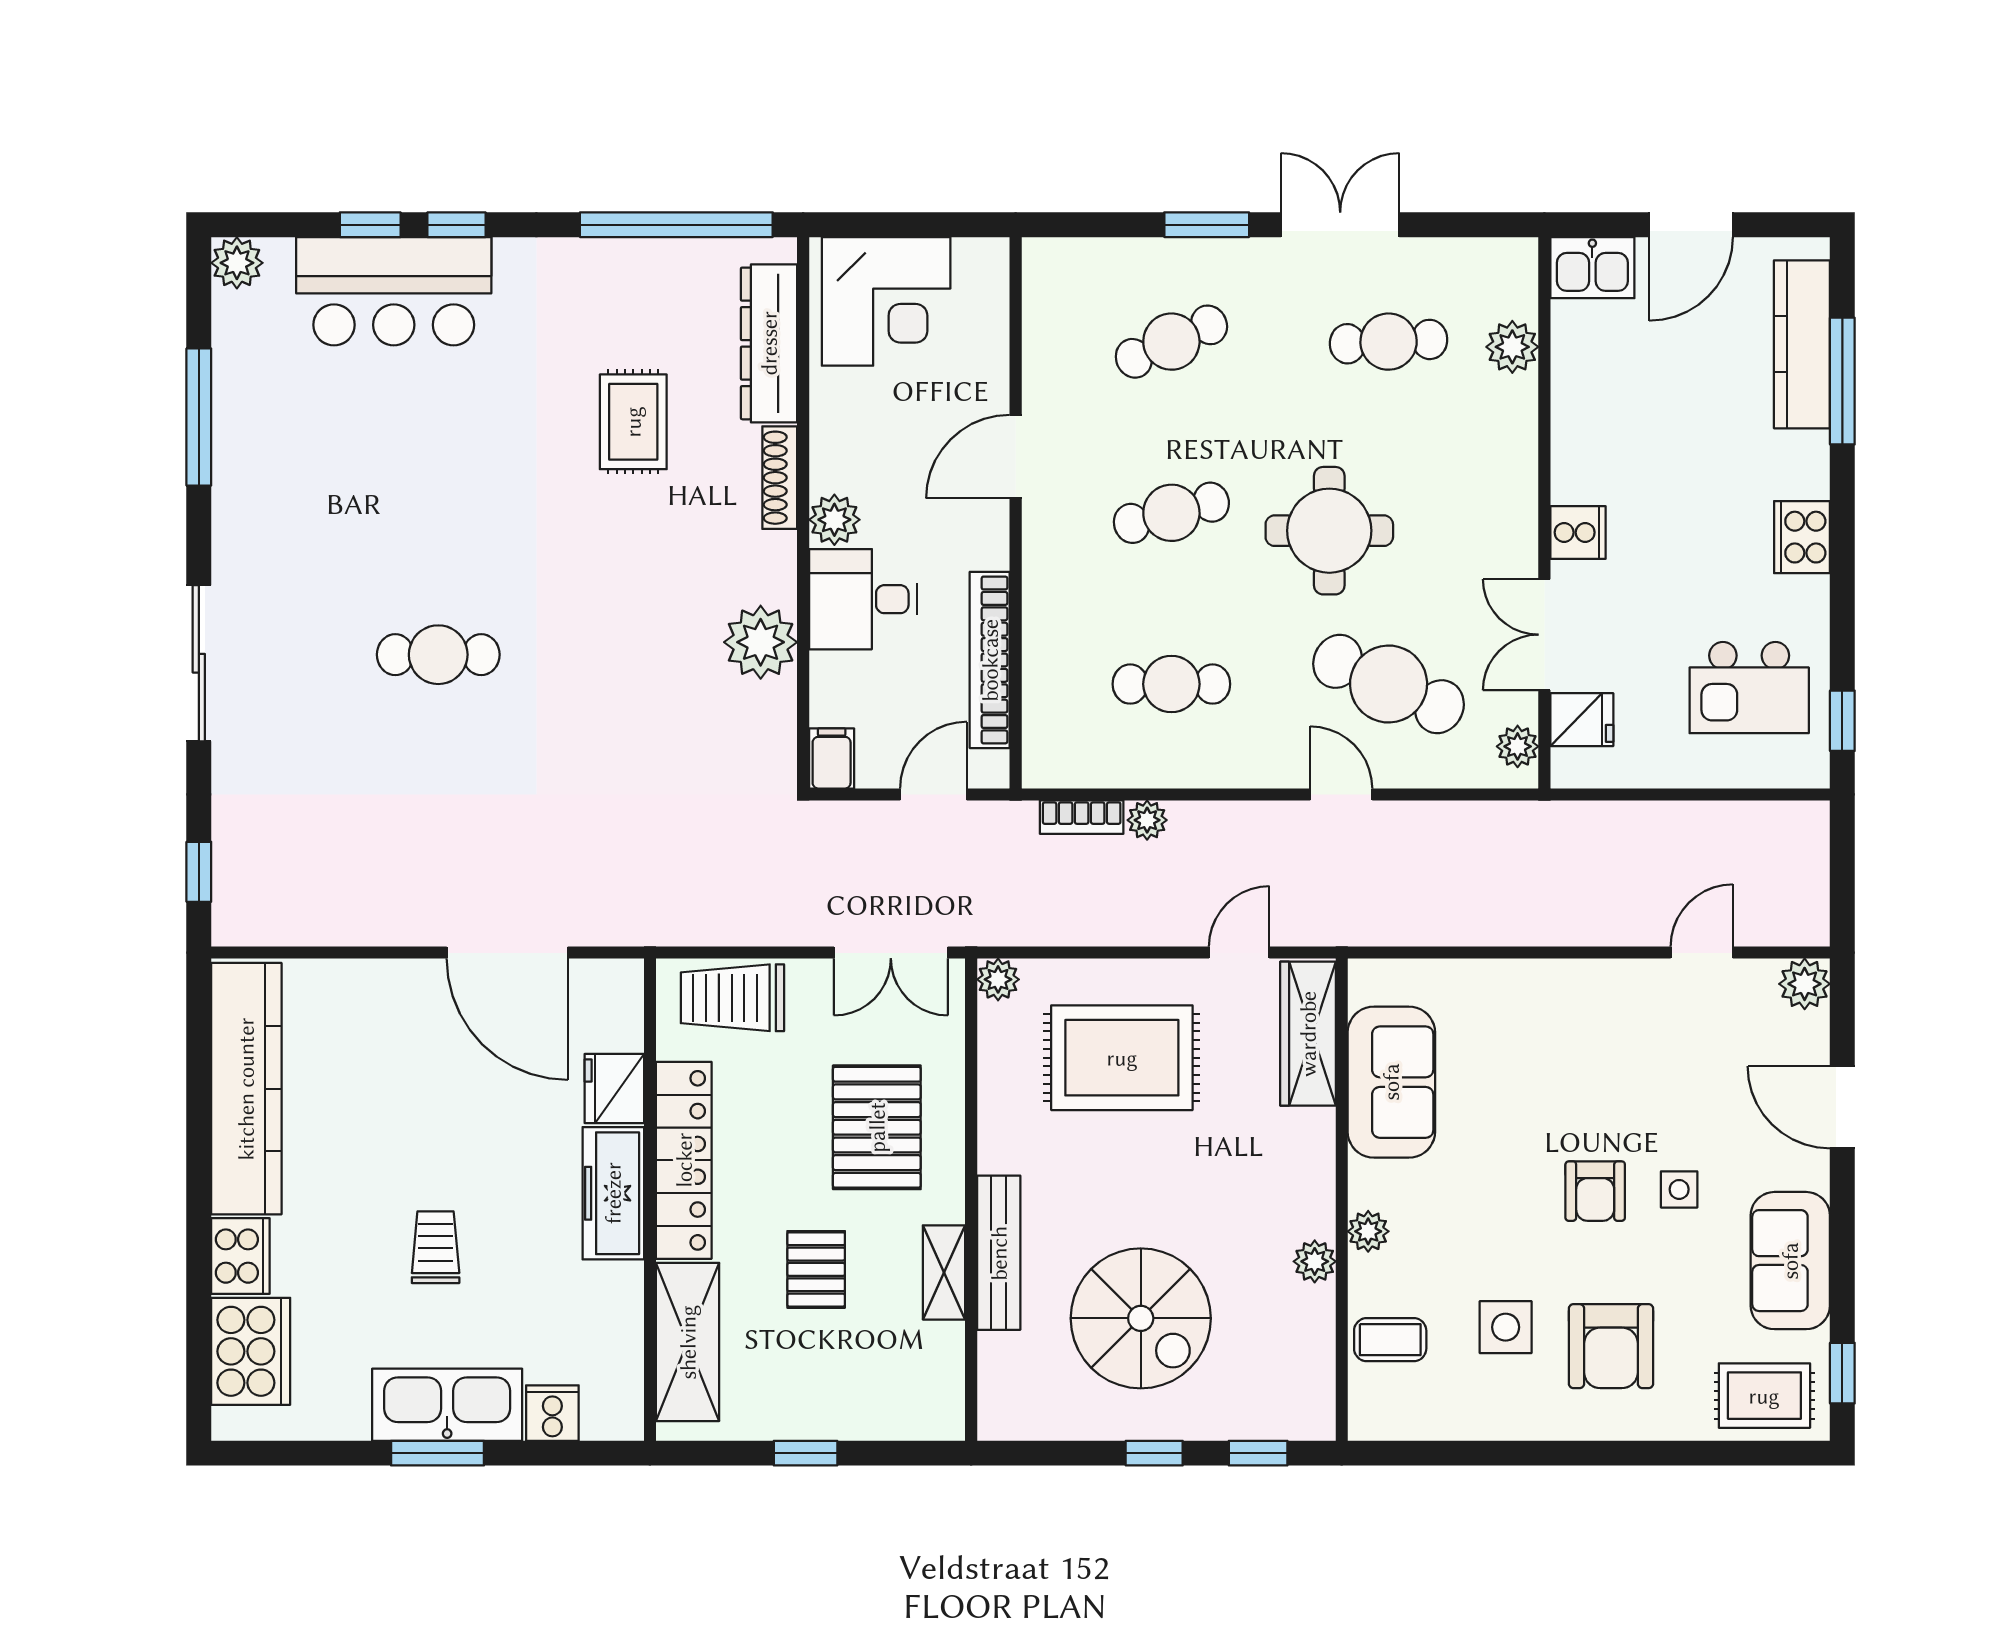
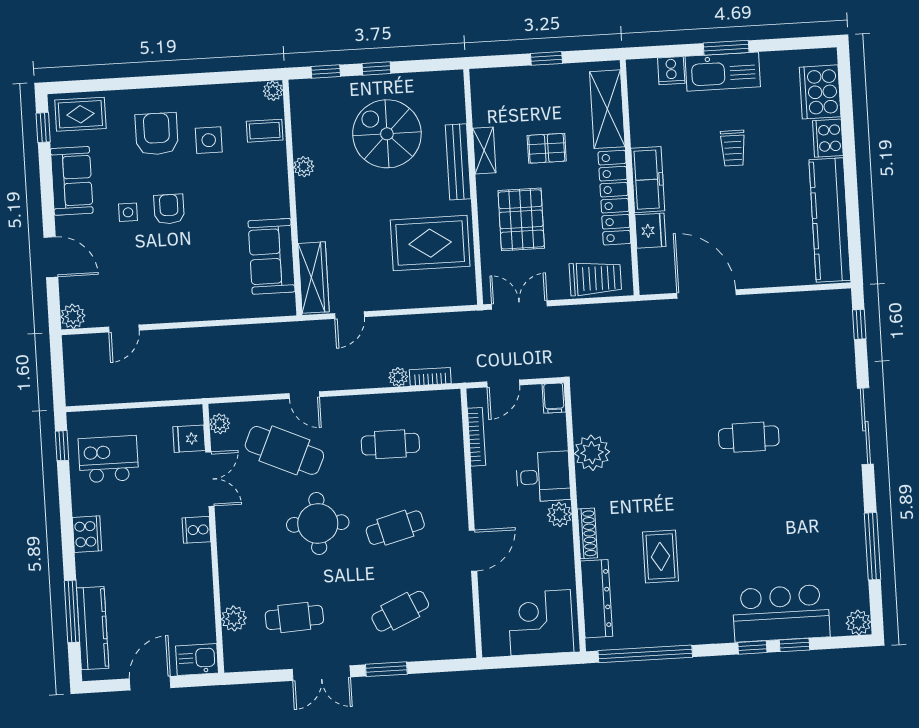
bookcase: (990, 660) -> (477, 437), width x0.68, depth x0.76
plant: (998, 979) -> (466, 295), removed
rug: (1122, 1058) -> (430, 243), moved
plant: (1368, 1231) -> (273, 91), moved
pallet: (816, 1269) -> (547, 148), turned 90

